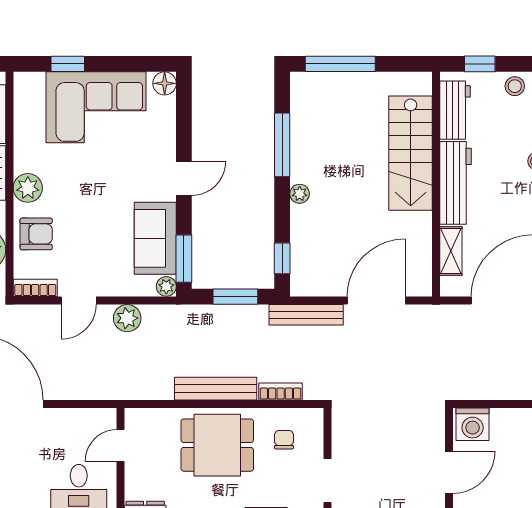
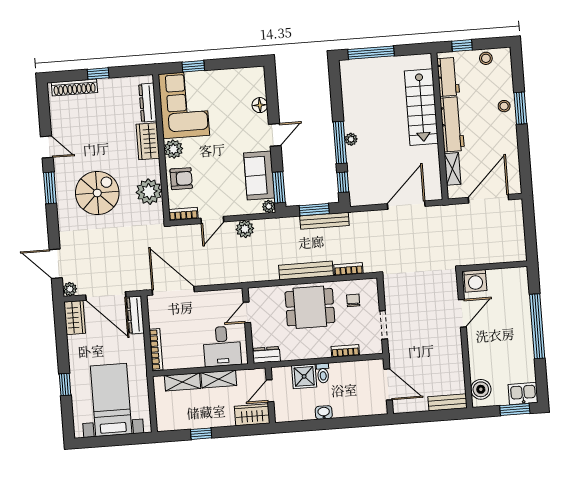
floor lamp: (165, 83) -> (260, 105), moved
corner sofa: (96, 107) -> (184, 105), moved, turned -90
window: (282, 145) -> (340, 143), moved
bench: (306, 315) -> (324, 221), moved

